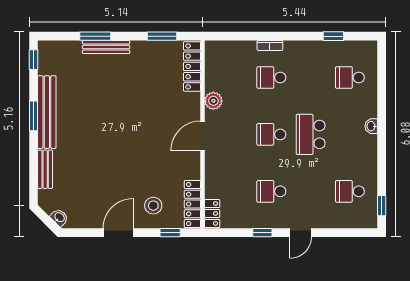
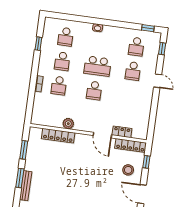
window: (95, 36) -> (20, 178), moved
locker: (192, 66) -> (58, 136), moved
school desk: (311, 78) -> (62, 61), added
door: (202, 136) -> (102, 135), moved
school desk: (271, 191) -> (133, 71), moved
locker: (212, 213) -> (122, 132), moved
window: (262, 233) -> (162, 49), moved

